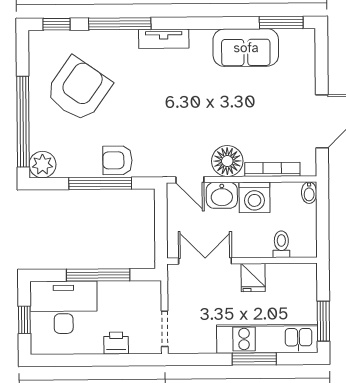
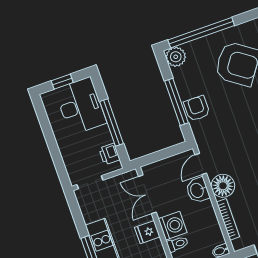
washing machine: (254, 197) -> (173, 226), moved, turned 180
double door: (205, 261) -> (147, 194), swing flipped
printer: (116, 343) -> (109, 154), moved, turned 180

